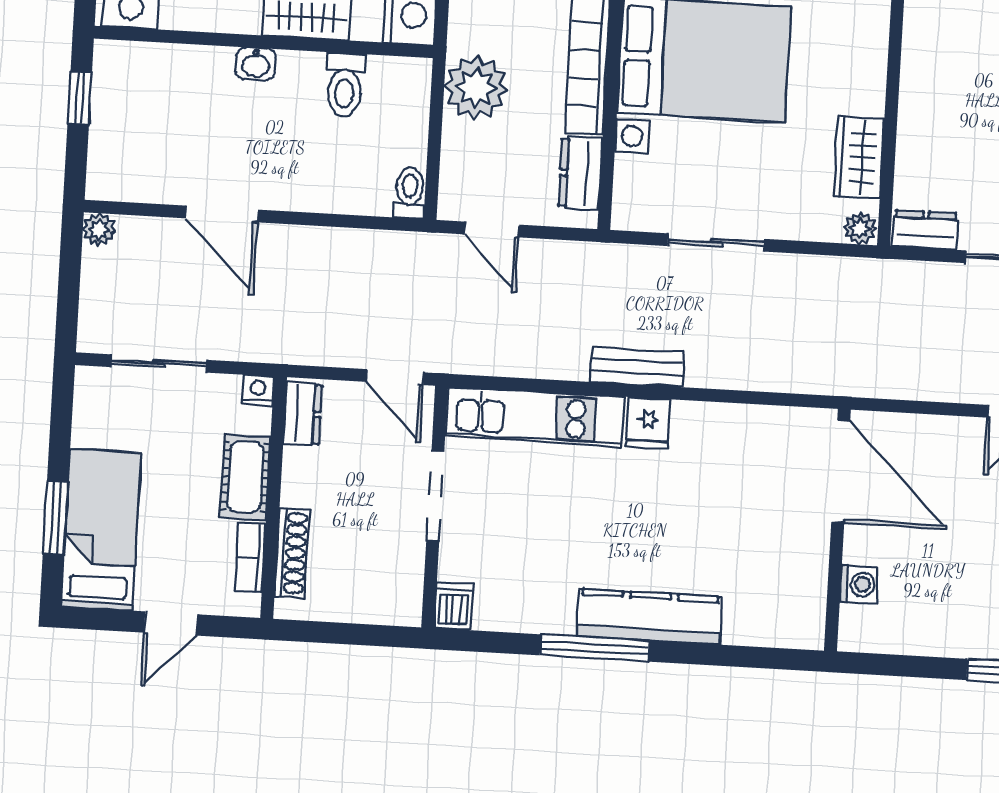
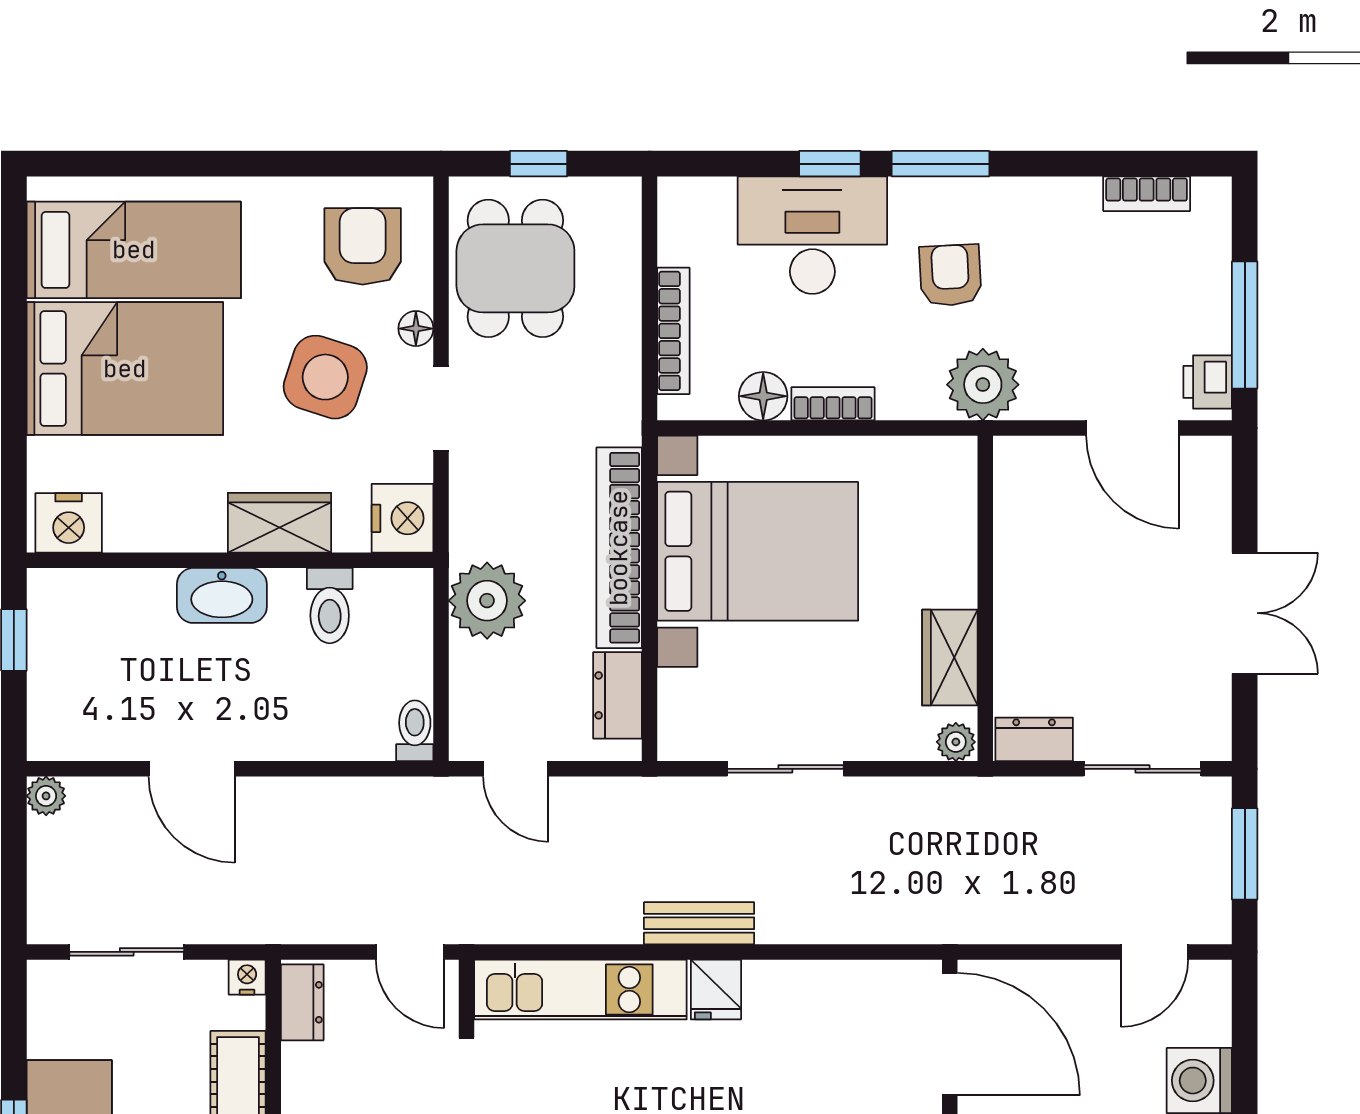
washbasin: (256, 64) -> (222, 595), width x1.91, depth x1.45

